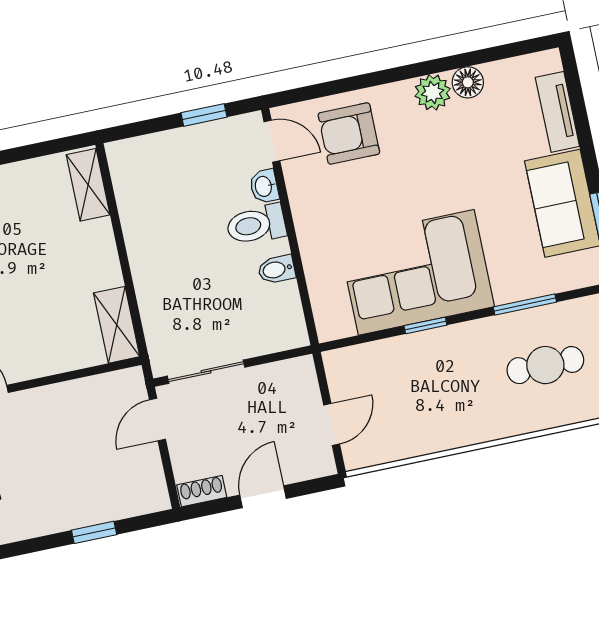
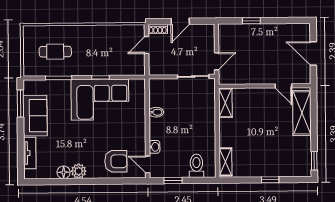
toilet: (256, 225) -> (196, 166), moved, turned -90
shoe rack: (202, 491) -> (158, 29), moved

